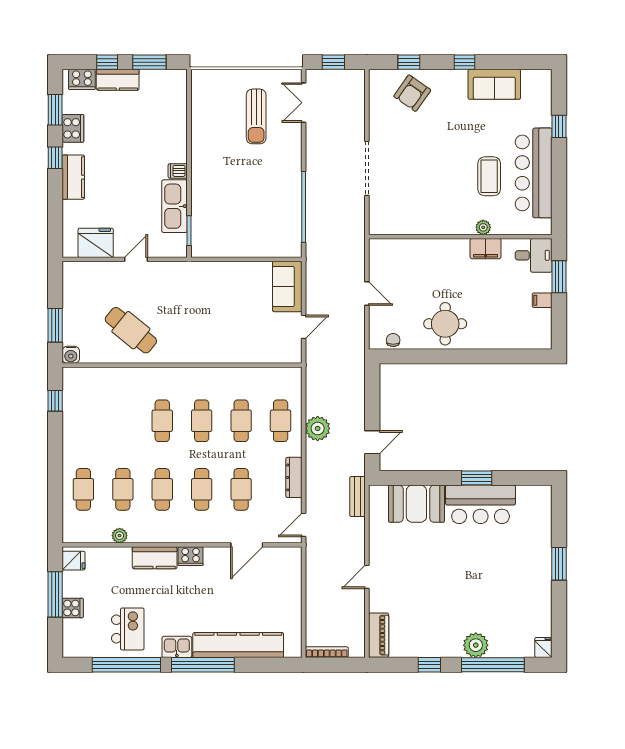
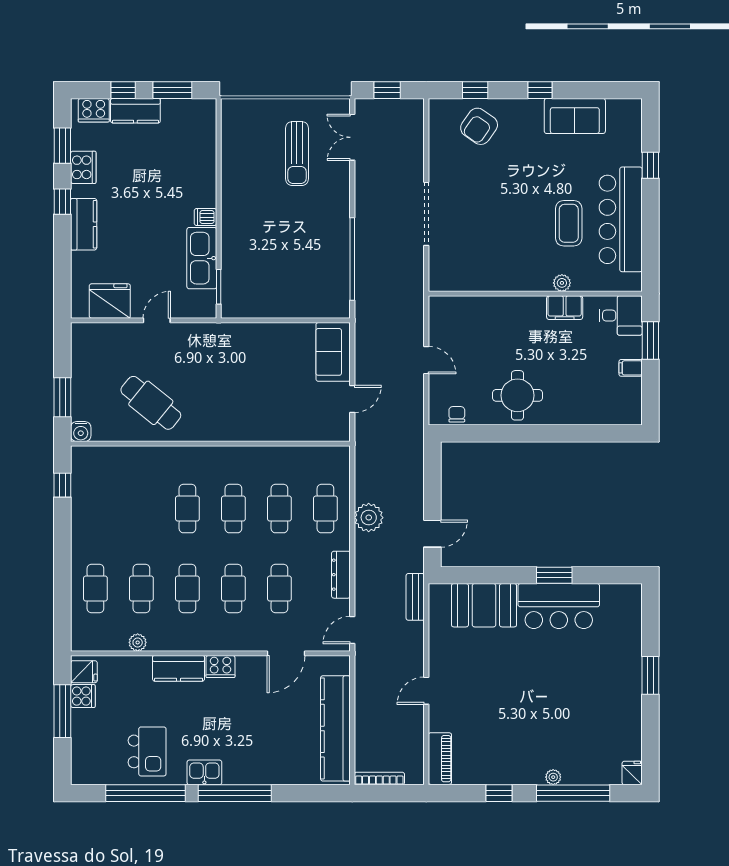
cooker: (73, 608) -> (83, 696), moved
kitchen counter: (238, 645) -> (335, 728), moved, turned -90
plant: (476, 645) -> (553, 777), width x0.53, depth x0.53

